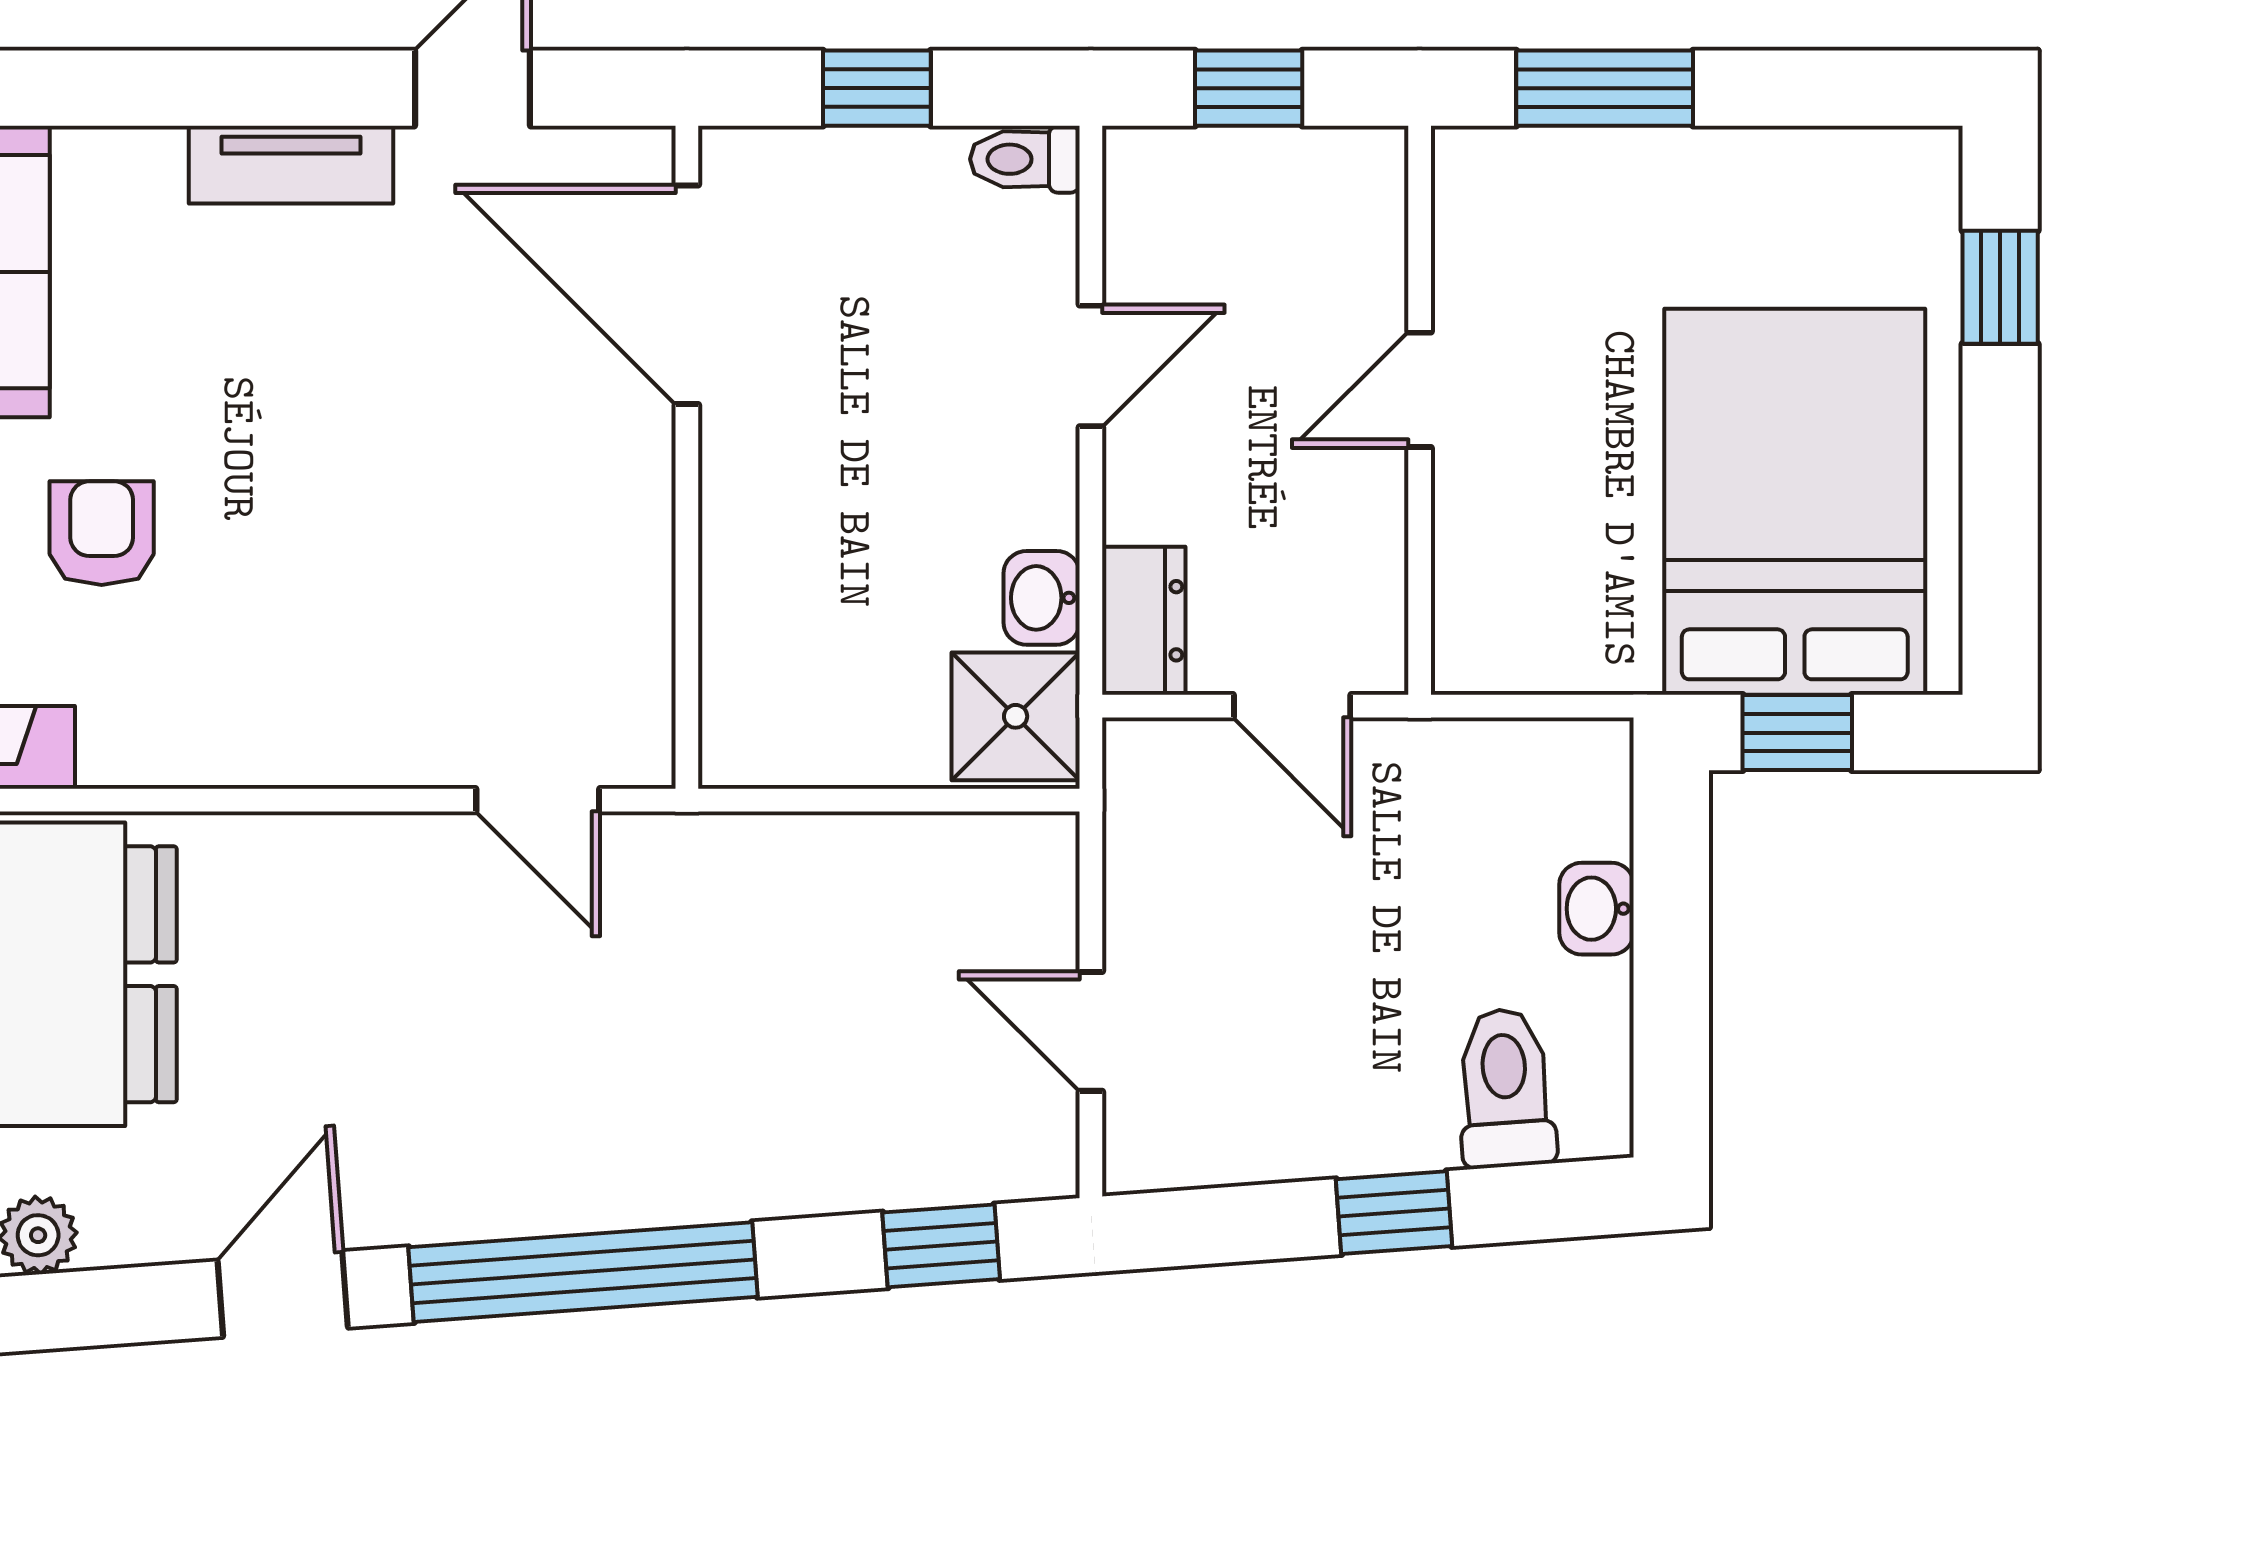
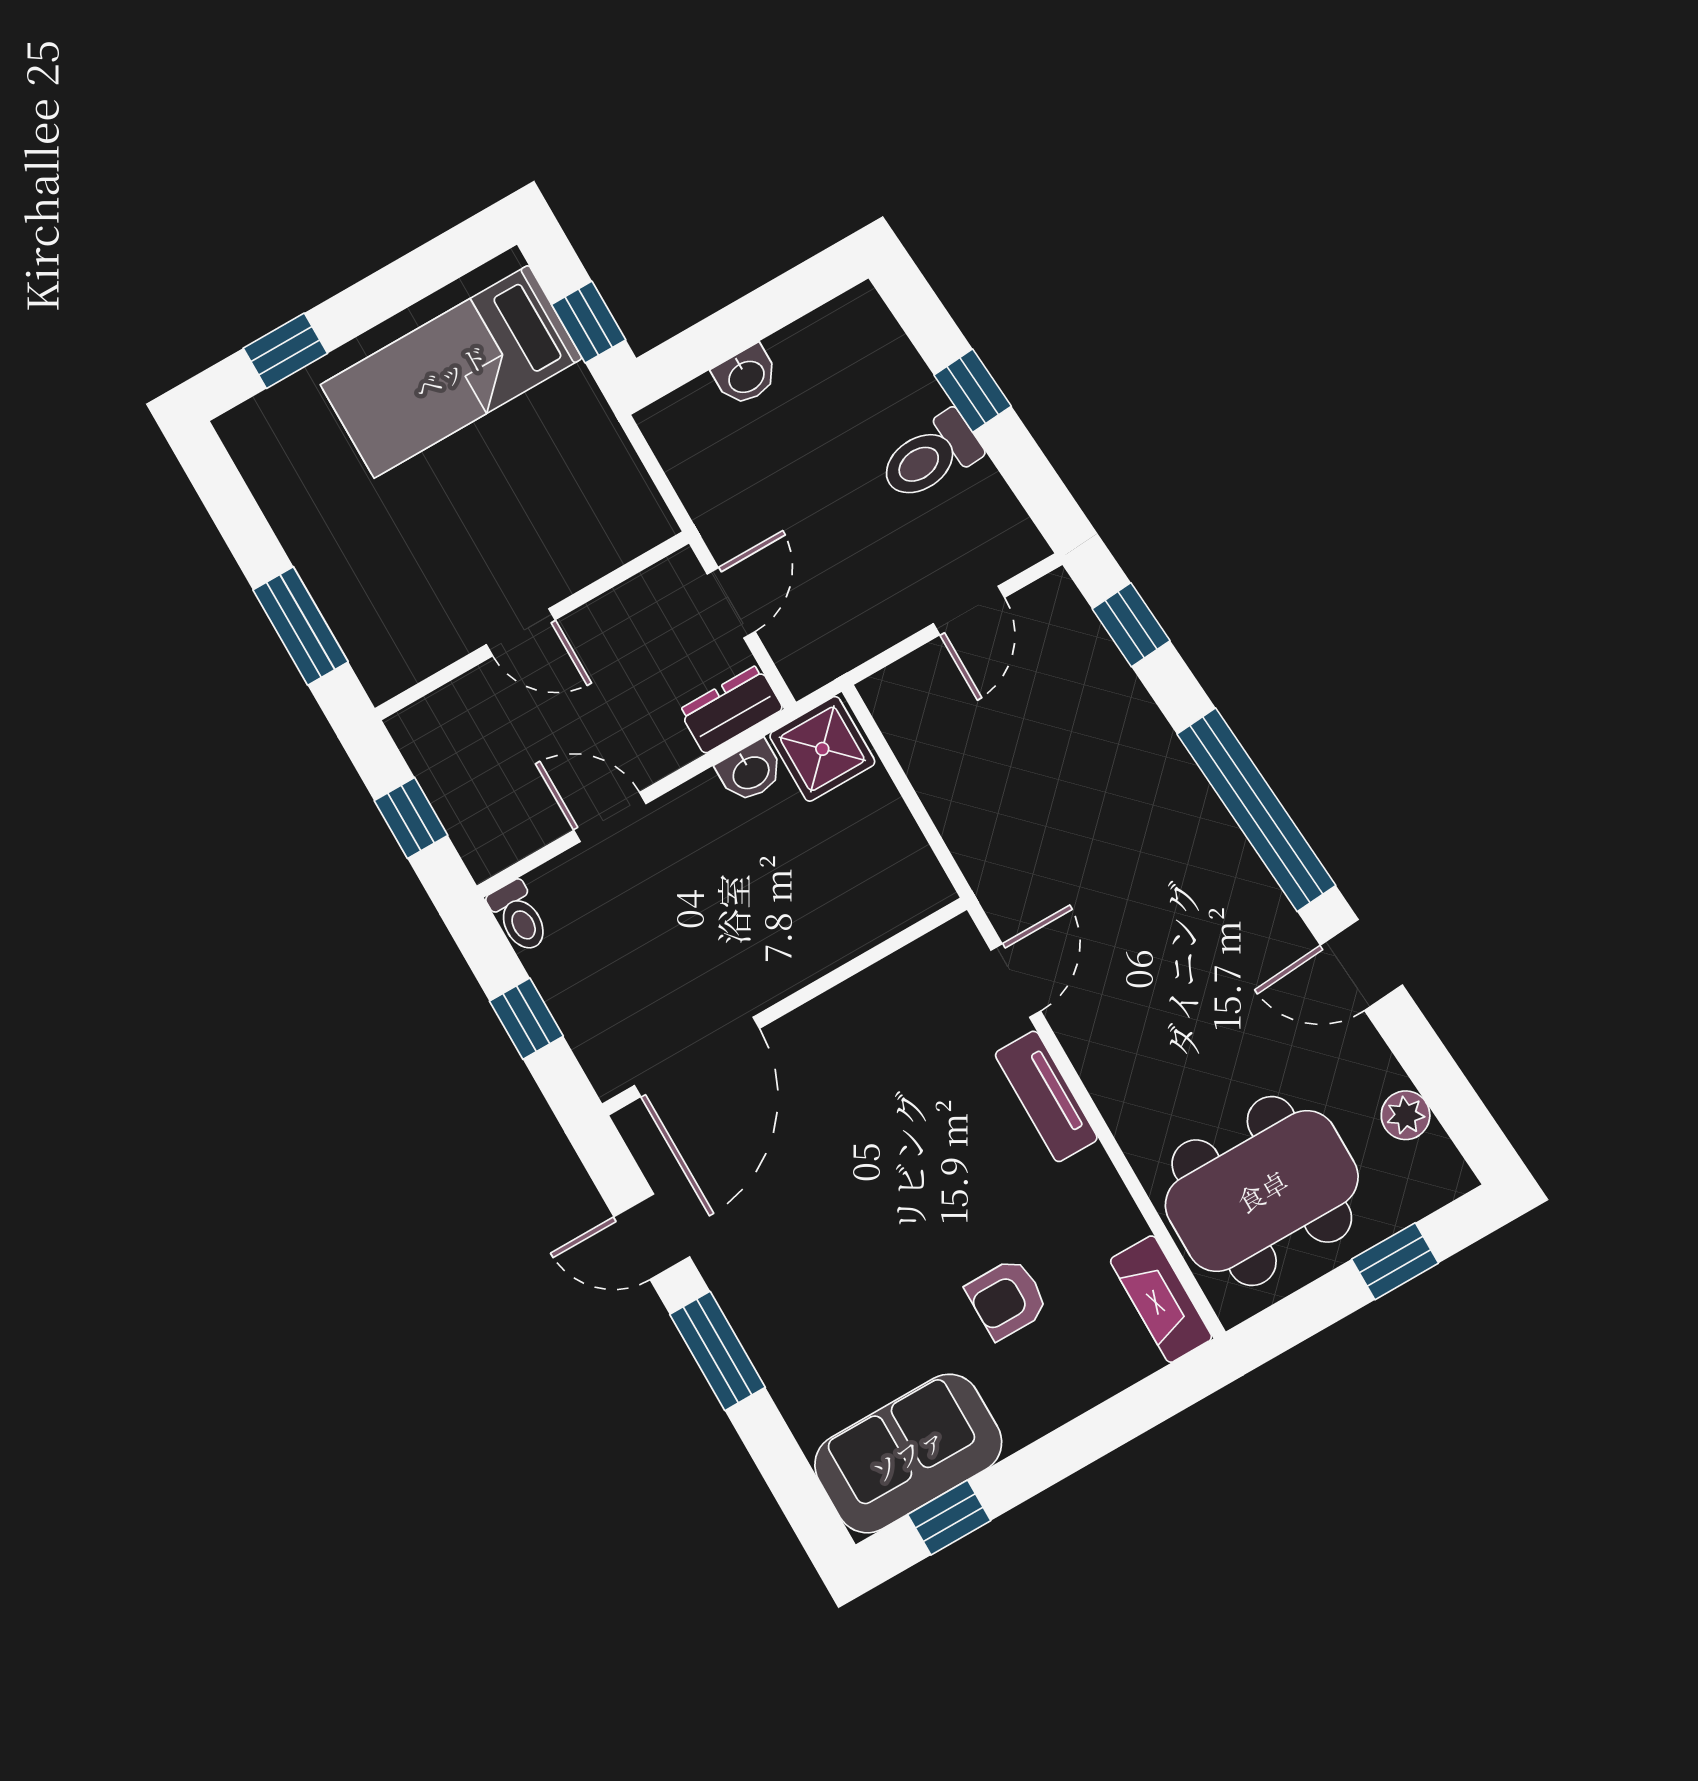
window: (261, 88) -> (718, 1351), added
tv unit: (291, 165) -> (1046, 1096), moved, turned 180
bed: (1795, 502) -> (451, 372), width x0.67
toilet: (1505, 1088) -> (930, 457), moved

